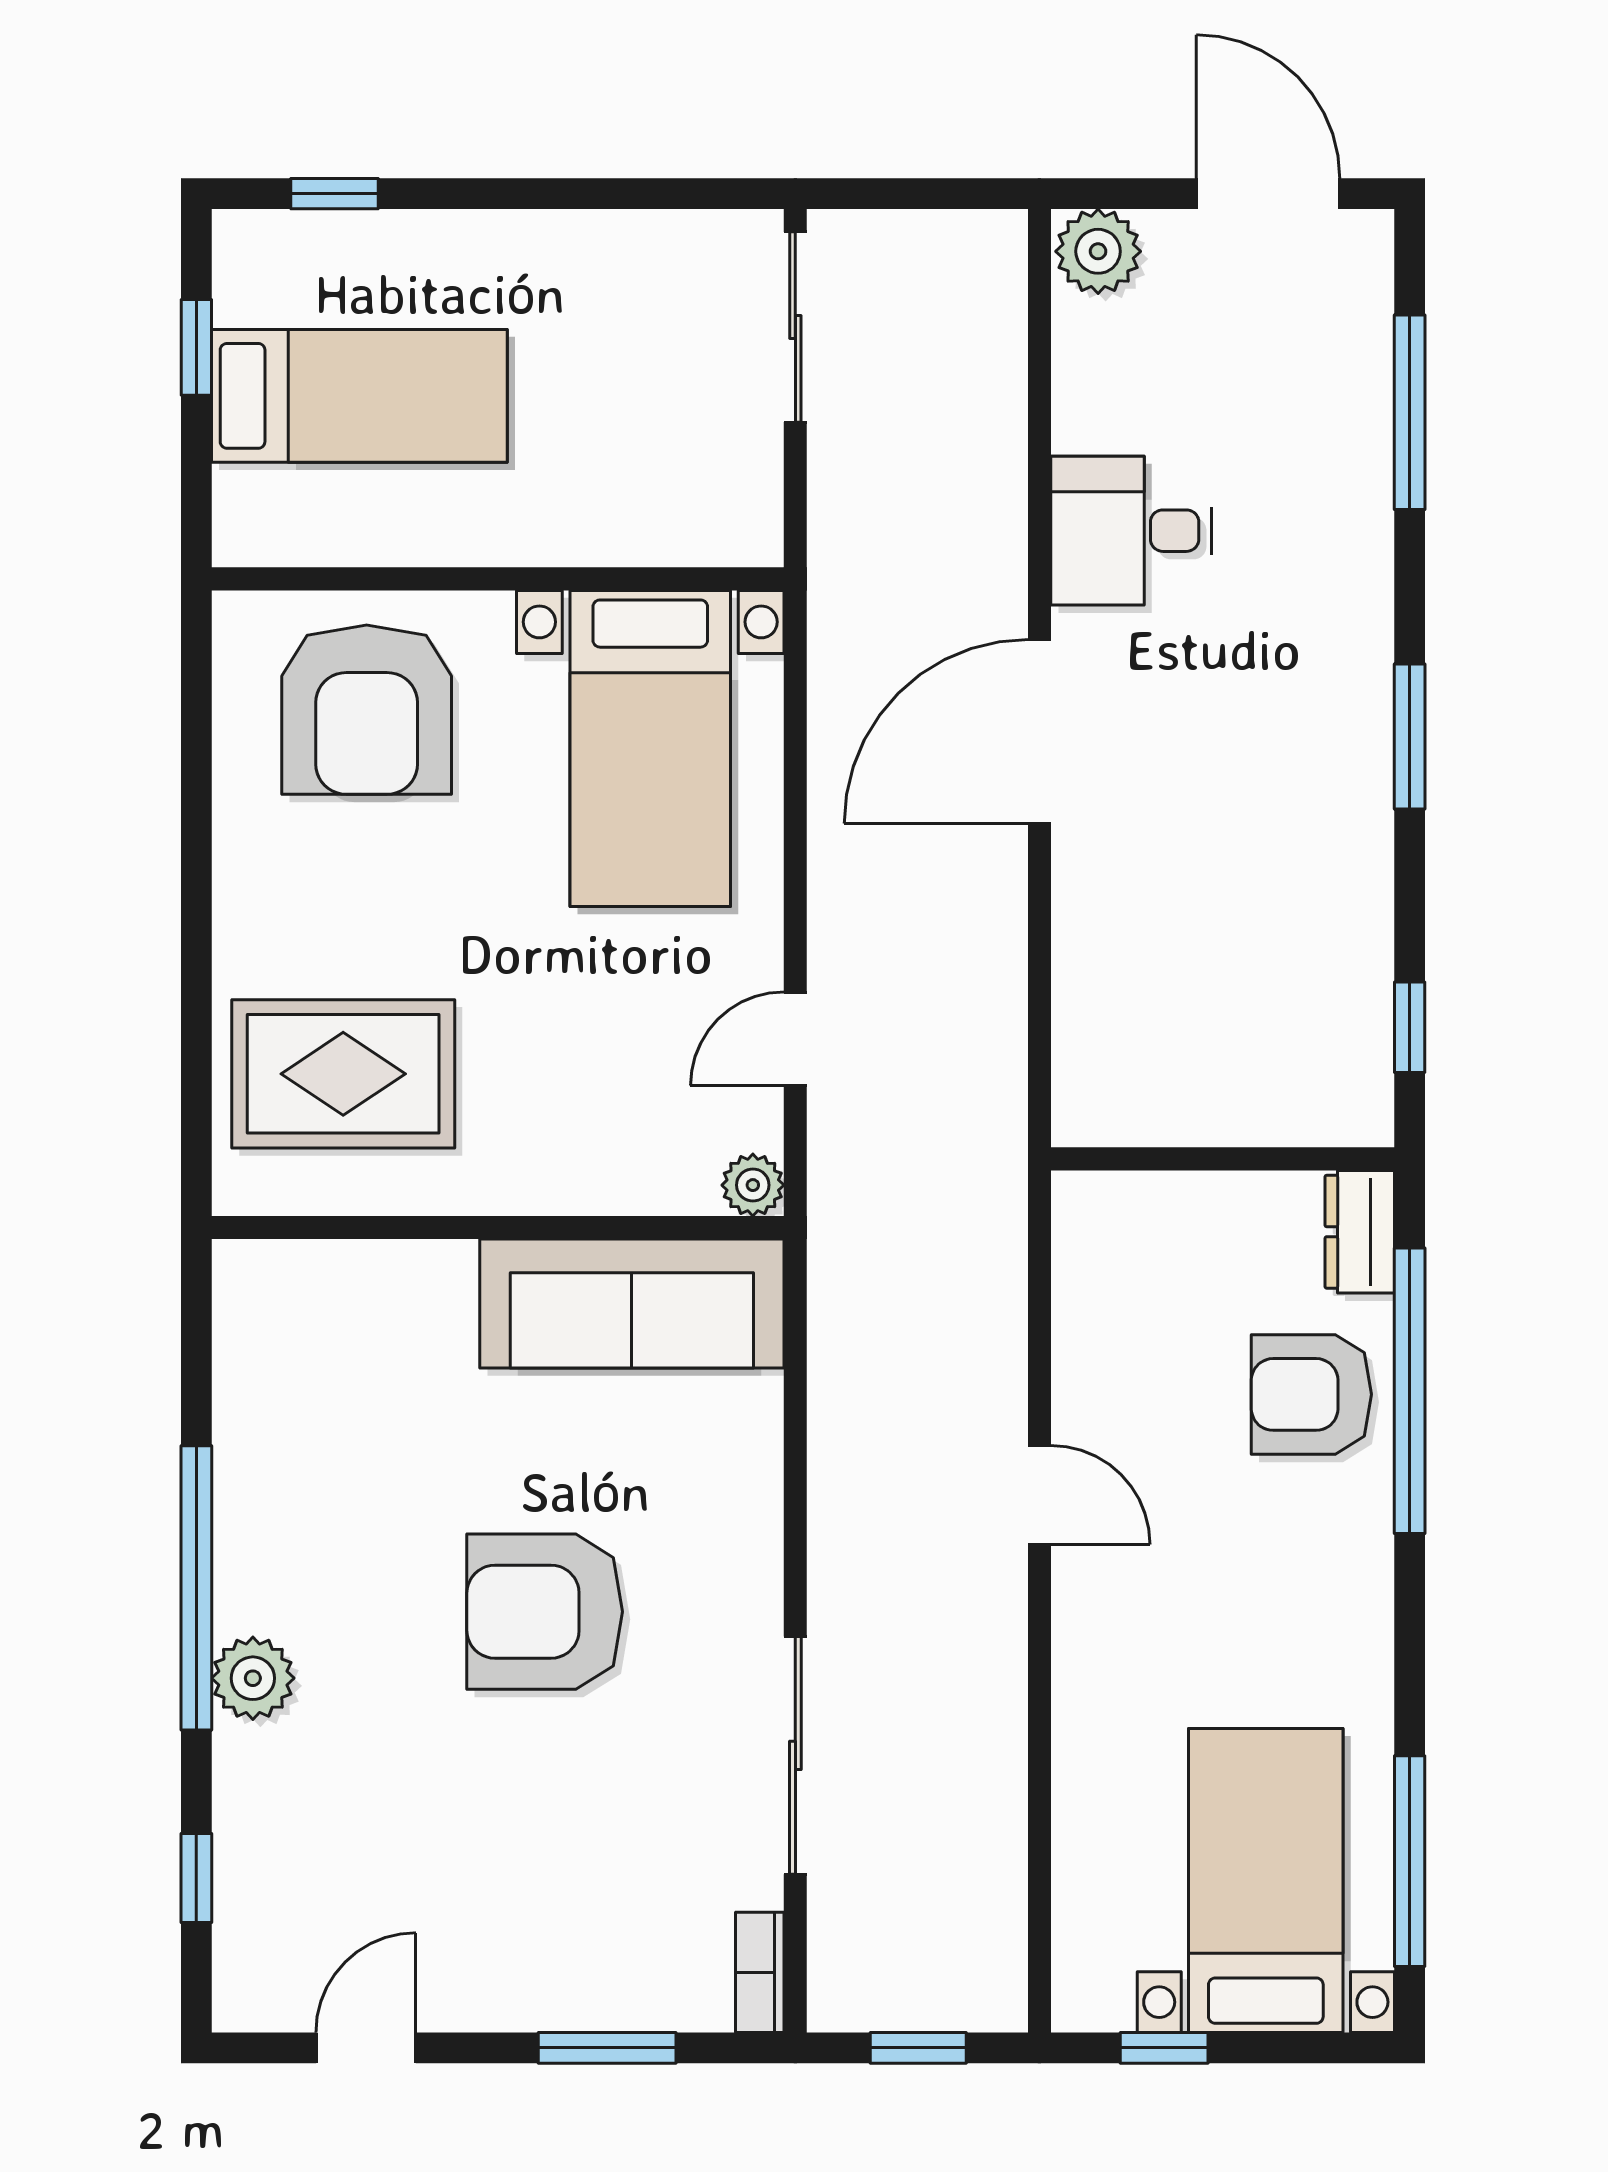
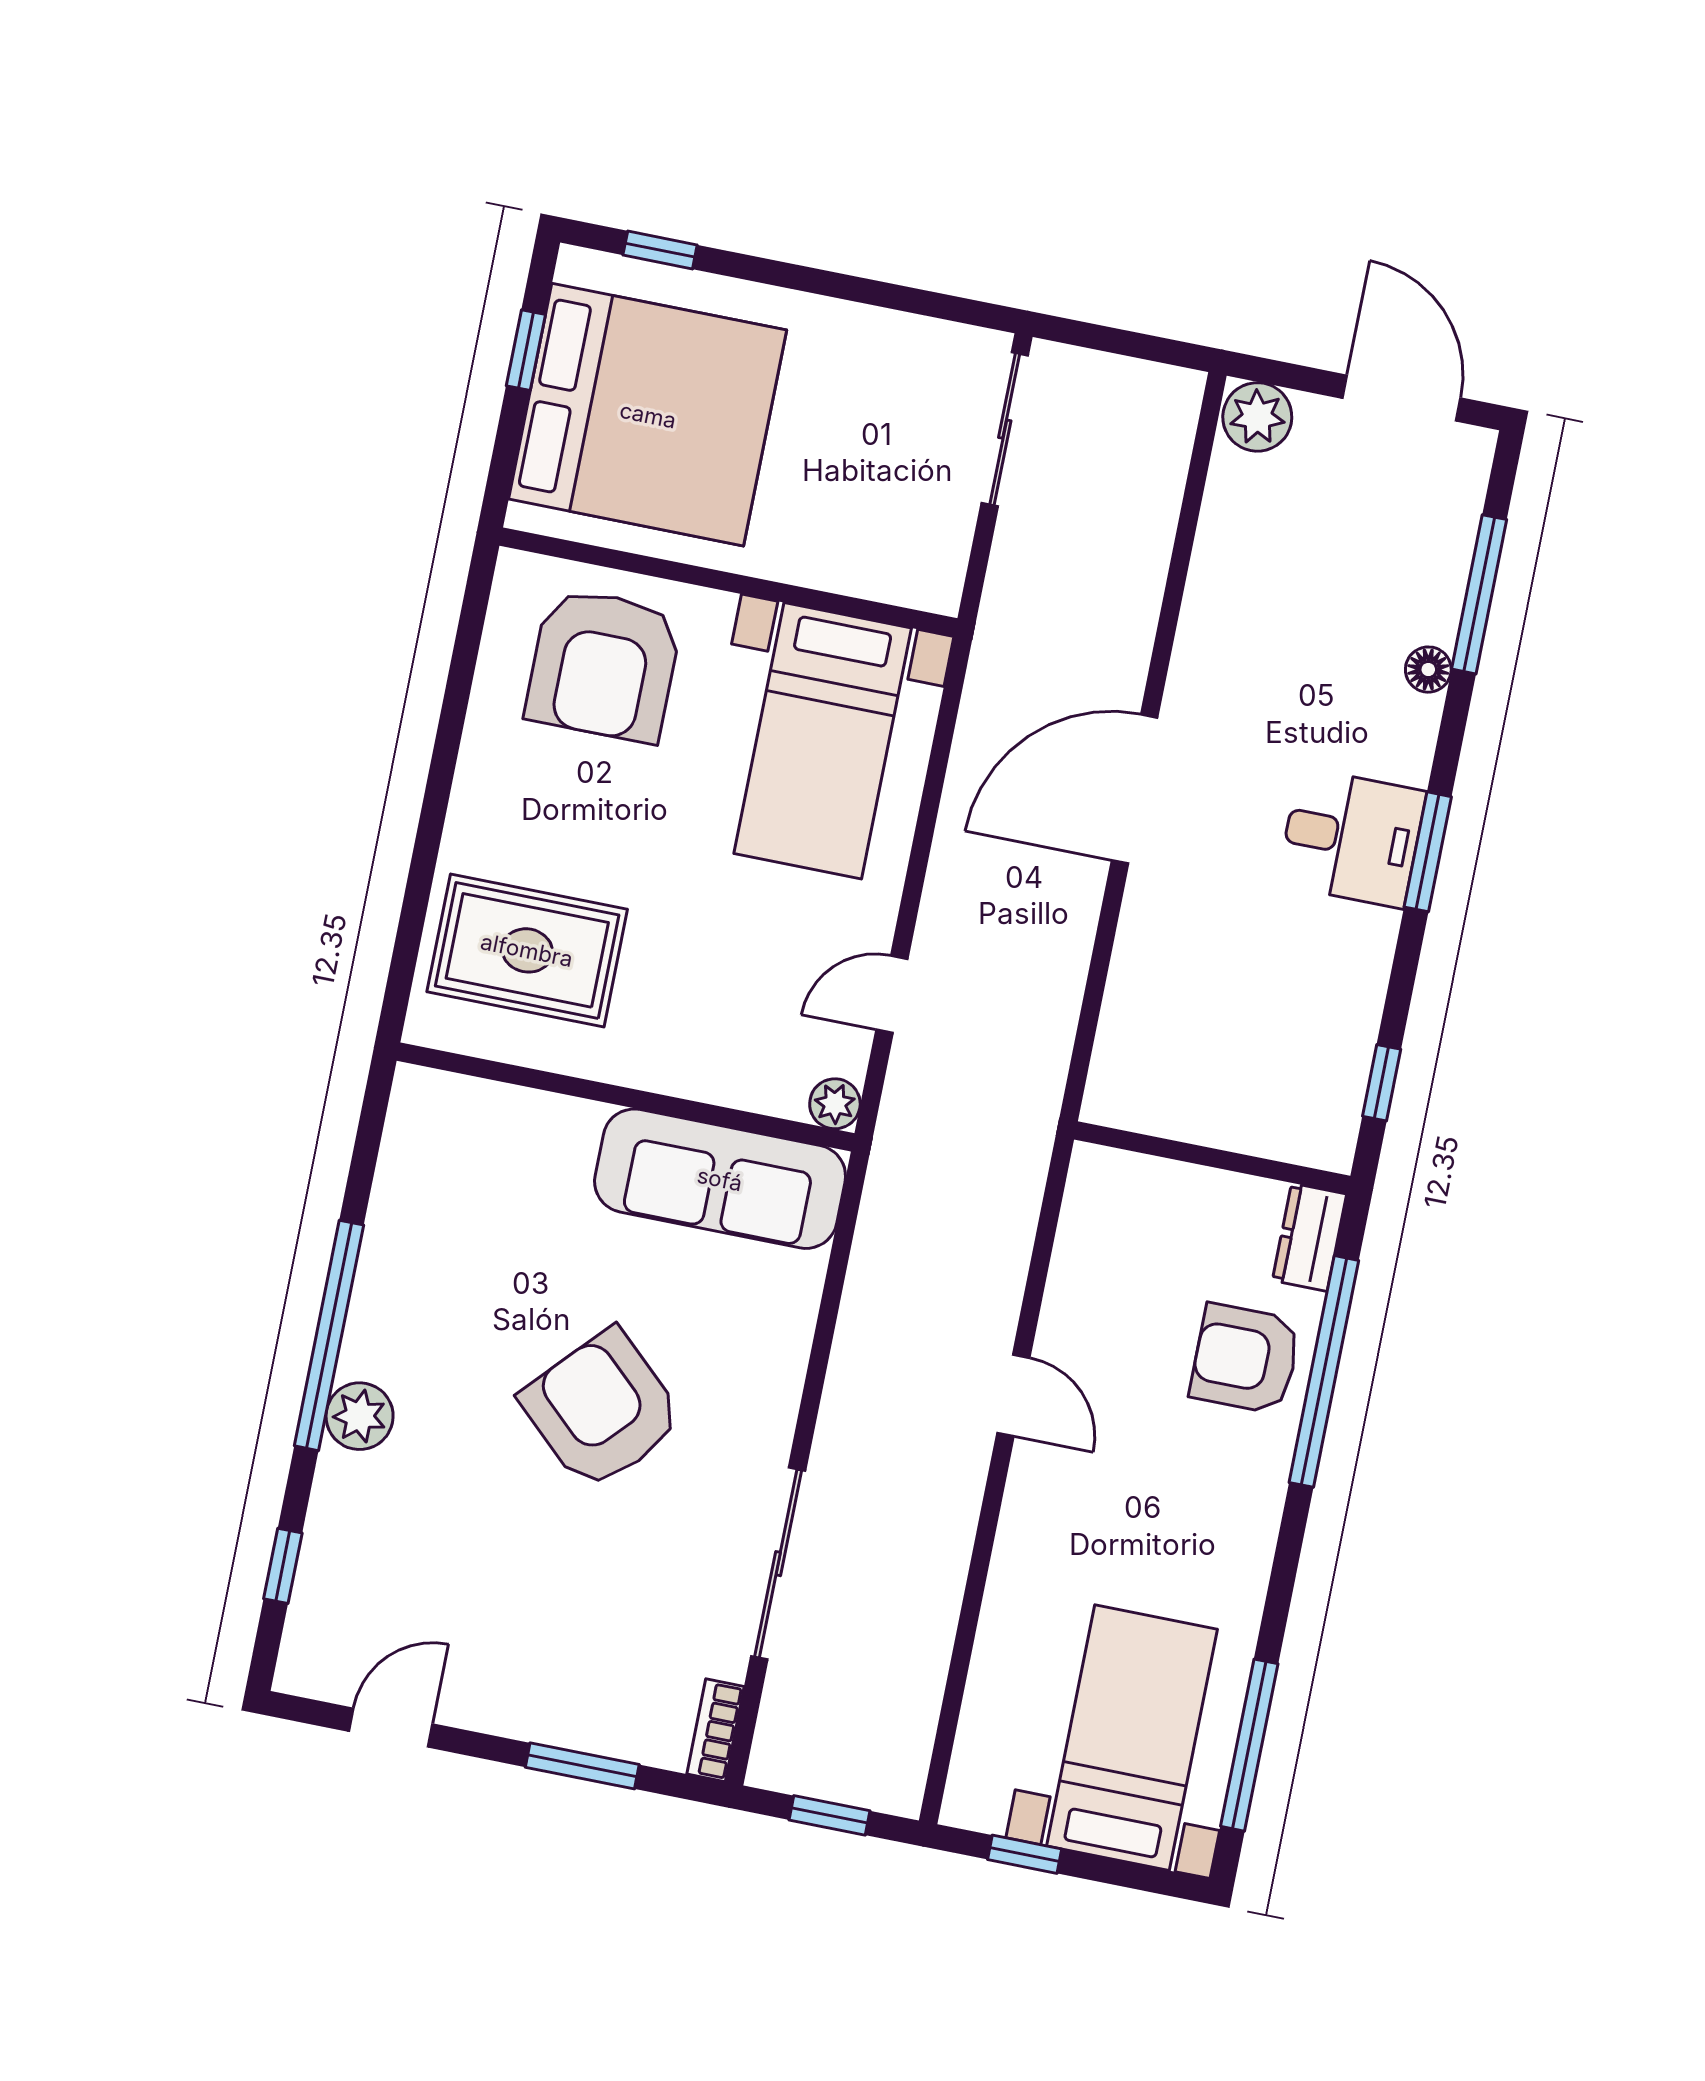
bed: (359, 396) -> (648, 415), width x2.04
floor lamp: (1366, 516) -> (1428, 670), added
desk: (1131, 531) -> (1352, 838), moved, turned 180
armchair: (545, 1612) -> (602, 1410), turned 43

